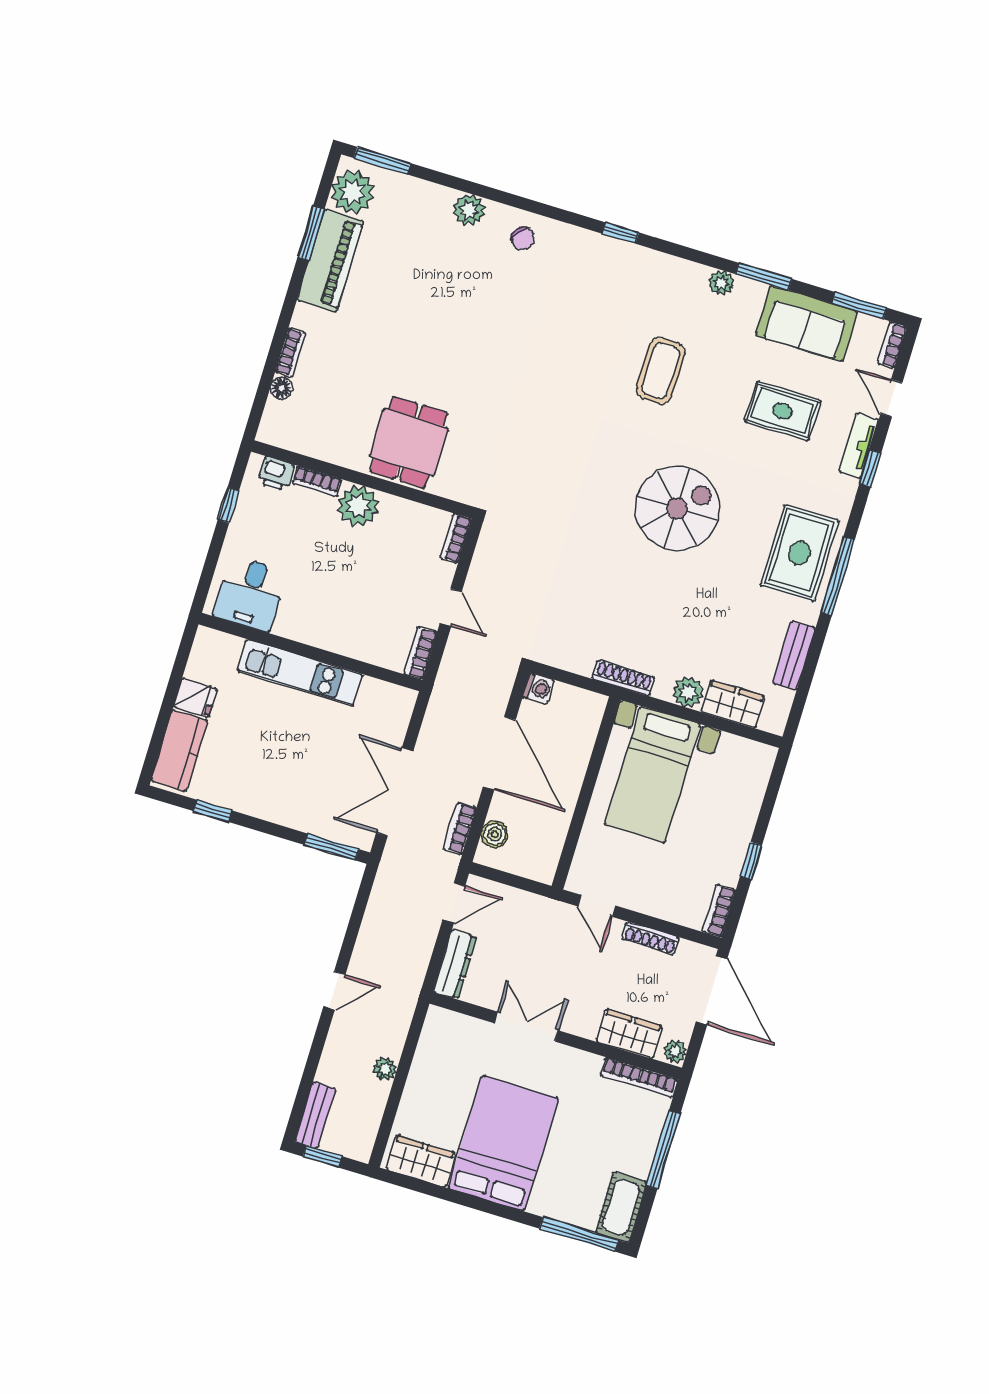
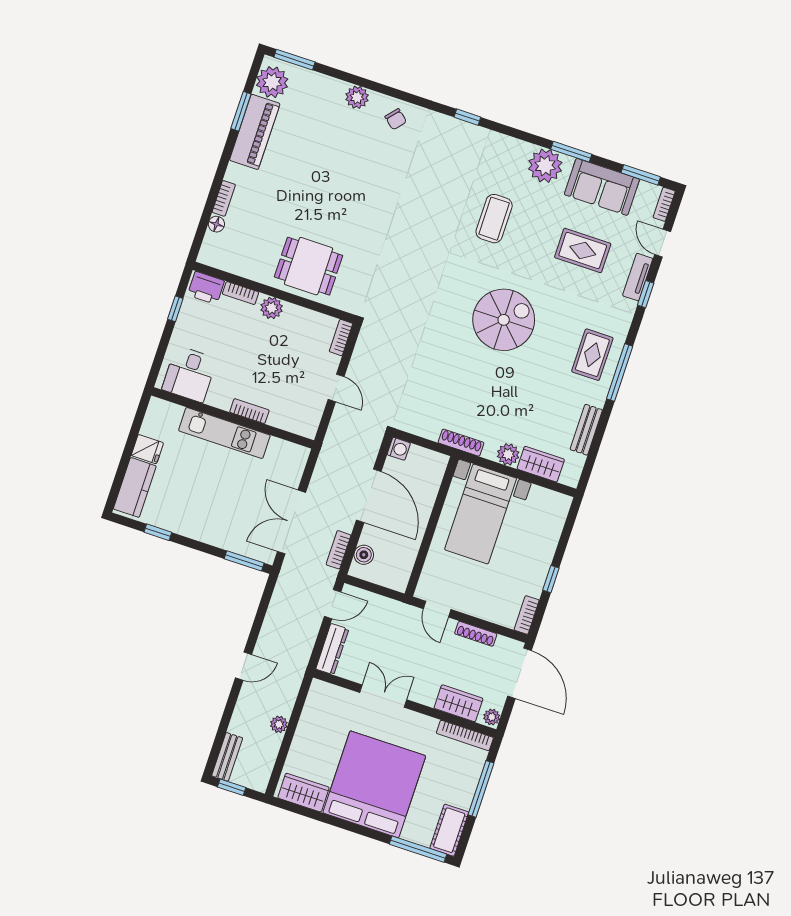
plant: (721, 283) -> (545, 166), width x1.87, depth x1.87
dining table: (409, 442) -> (309, 266), turned 90
printer: (276, 474) -> (206, 288), width x1.36, depth x1.24
plant: (358, 506) -> (272, 308), width x0.73, depth x0.73
rug: (800, 553) -> (592, 355), width x0.73, depth x0.70
bookcase: (420, 653) -> (249, 411), moved, turned 90
bed: (503, 1143) -> (374, 784), width x1.36

